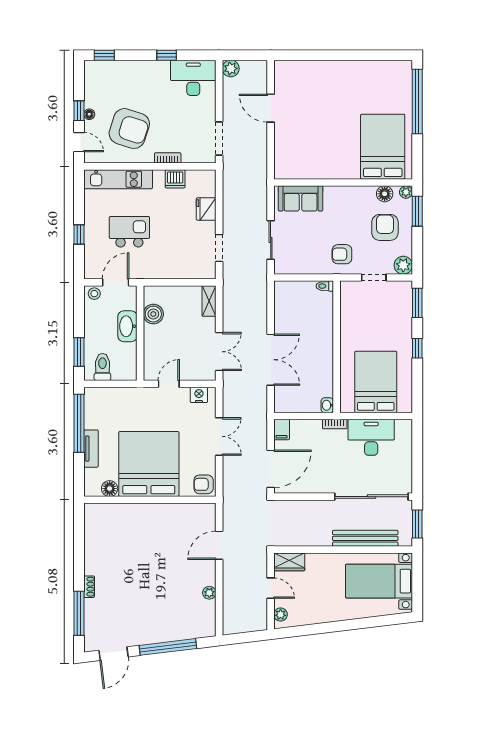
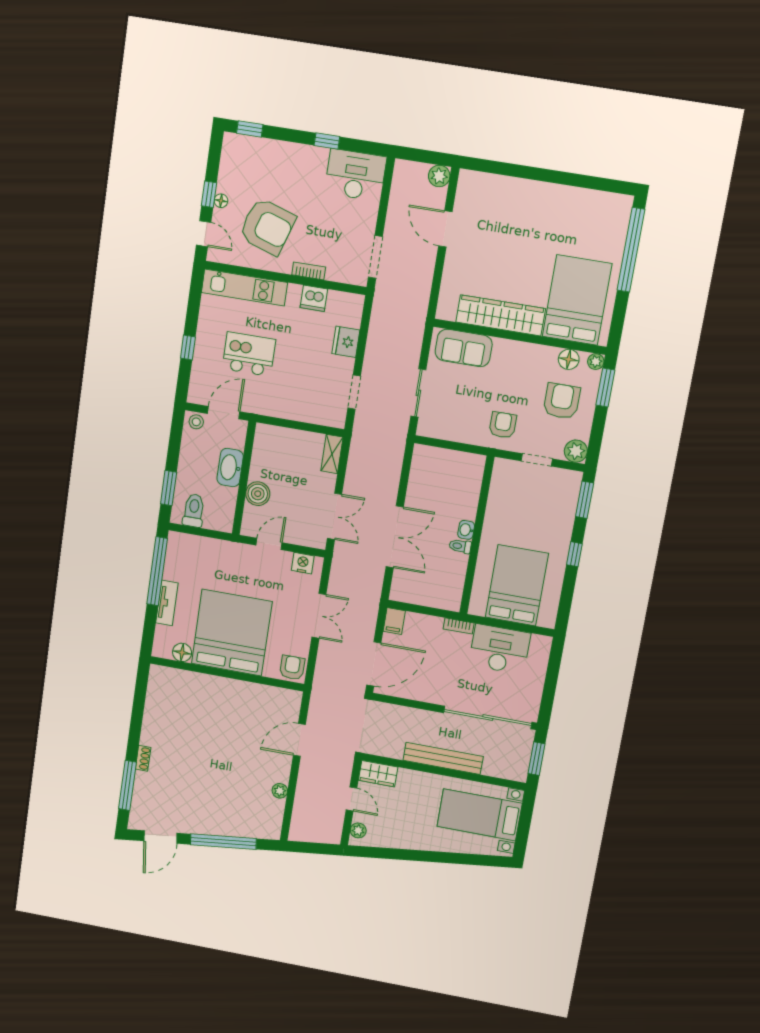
plant: (231, 68) -> (439, 176), moved
wardrobe: (325, 168) -> (501, 315), added
armchair: (342, 254) -> (503, 425), turned 90
toilet: (325, 286) -> (460, 546), moved
boiler: (153, 314) -> (258, 494), moved
washbasin: (327, 405) -> (466, 530), moved
armchair: (204, 484) -> (292, 668), turned 90
bench: (365, 538) -> (443, 758), moved

